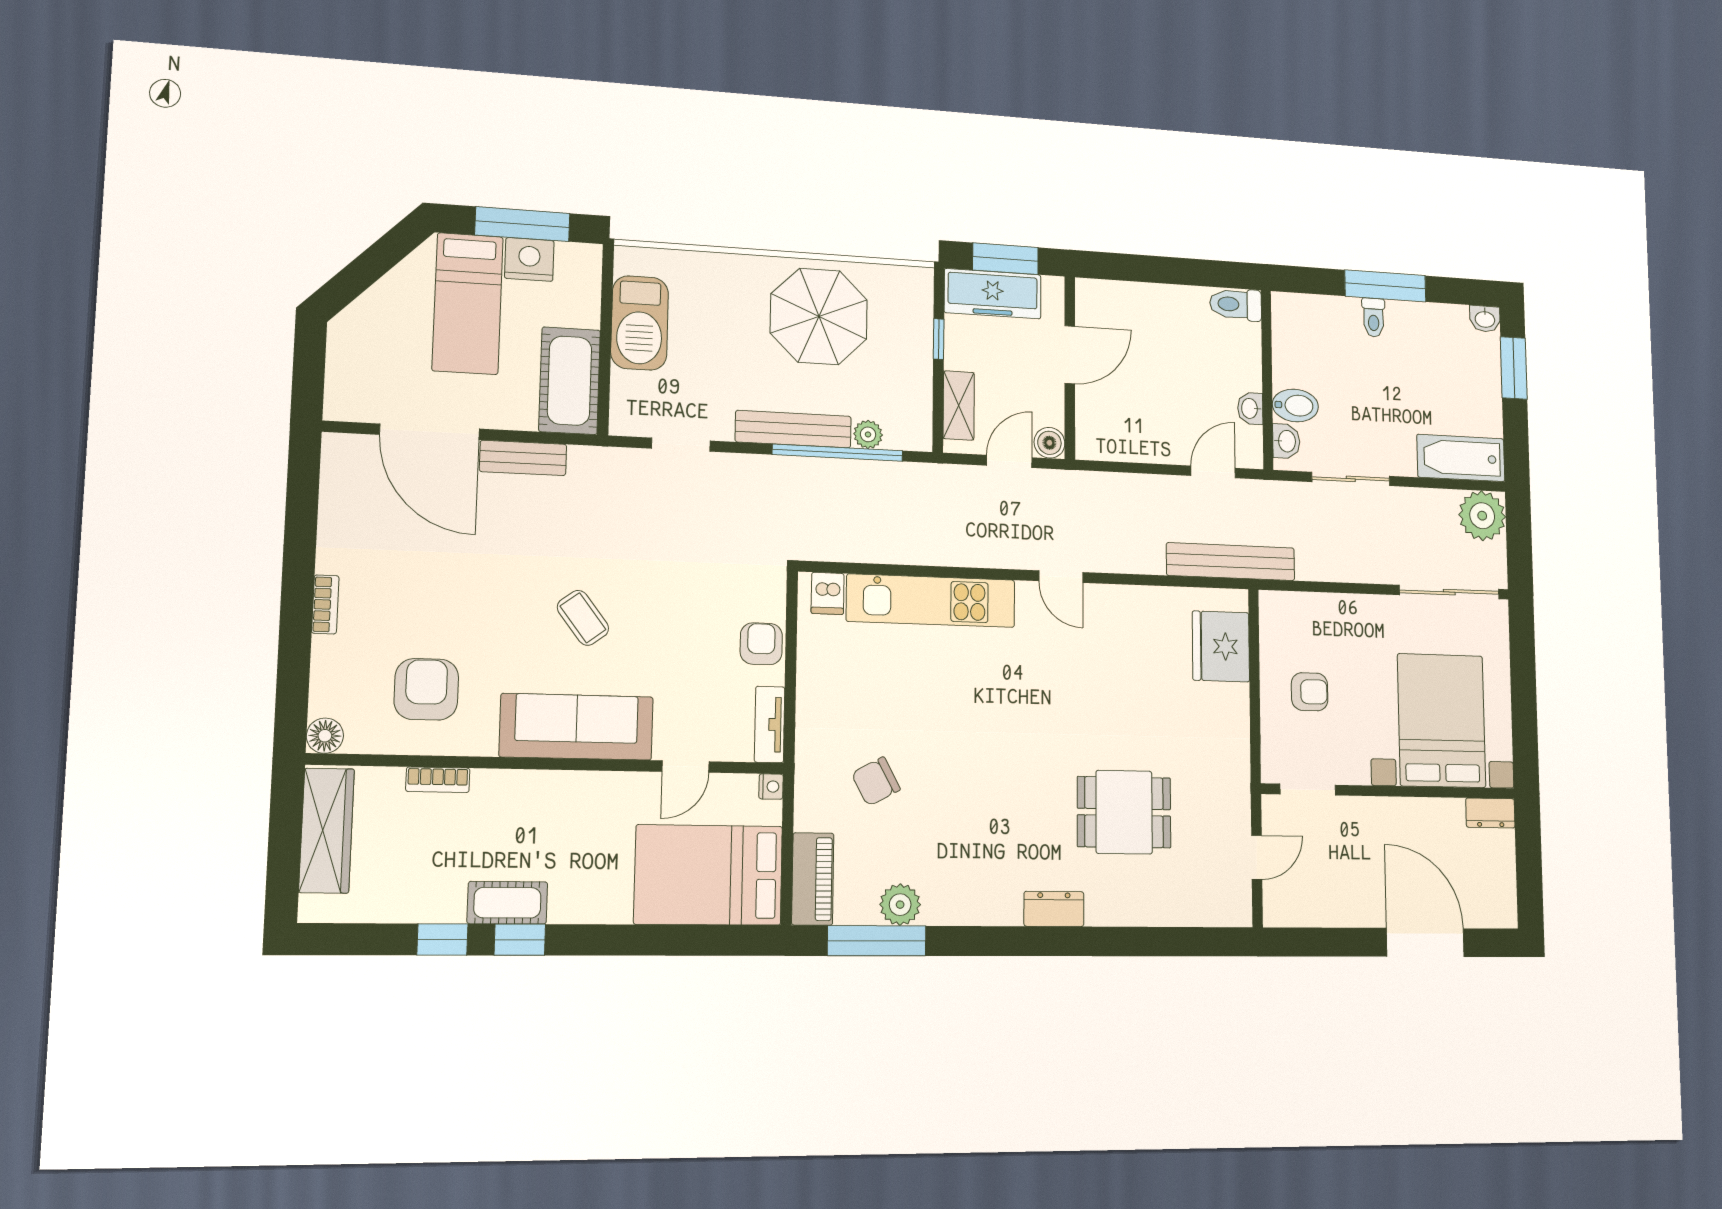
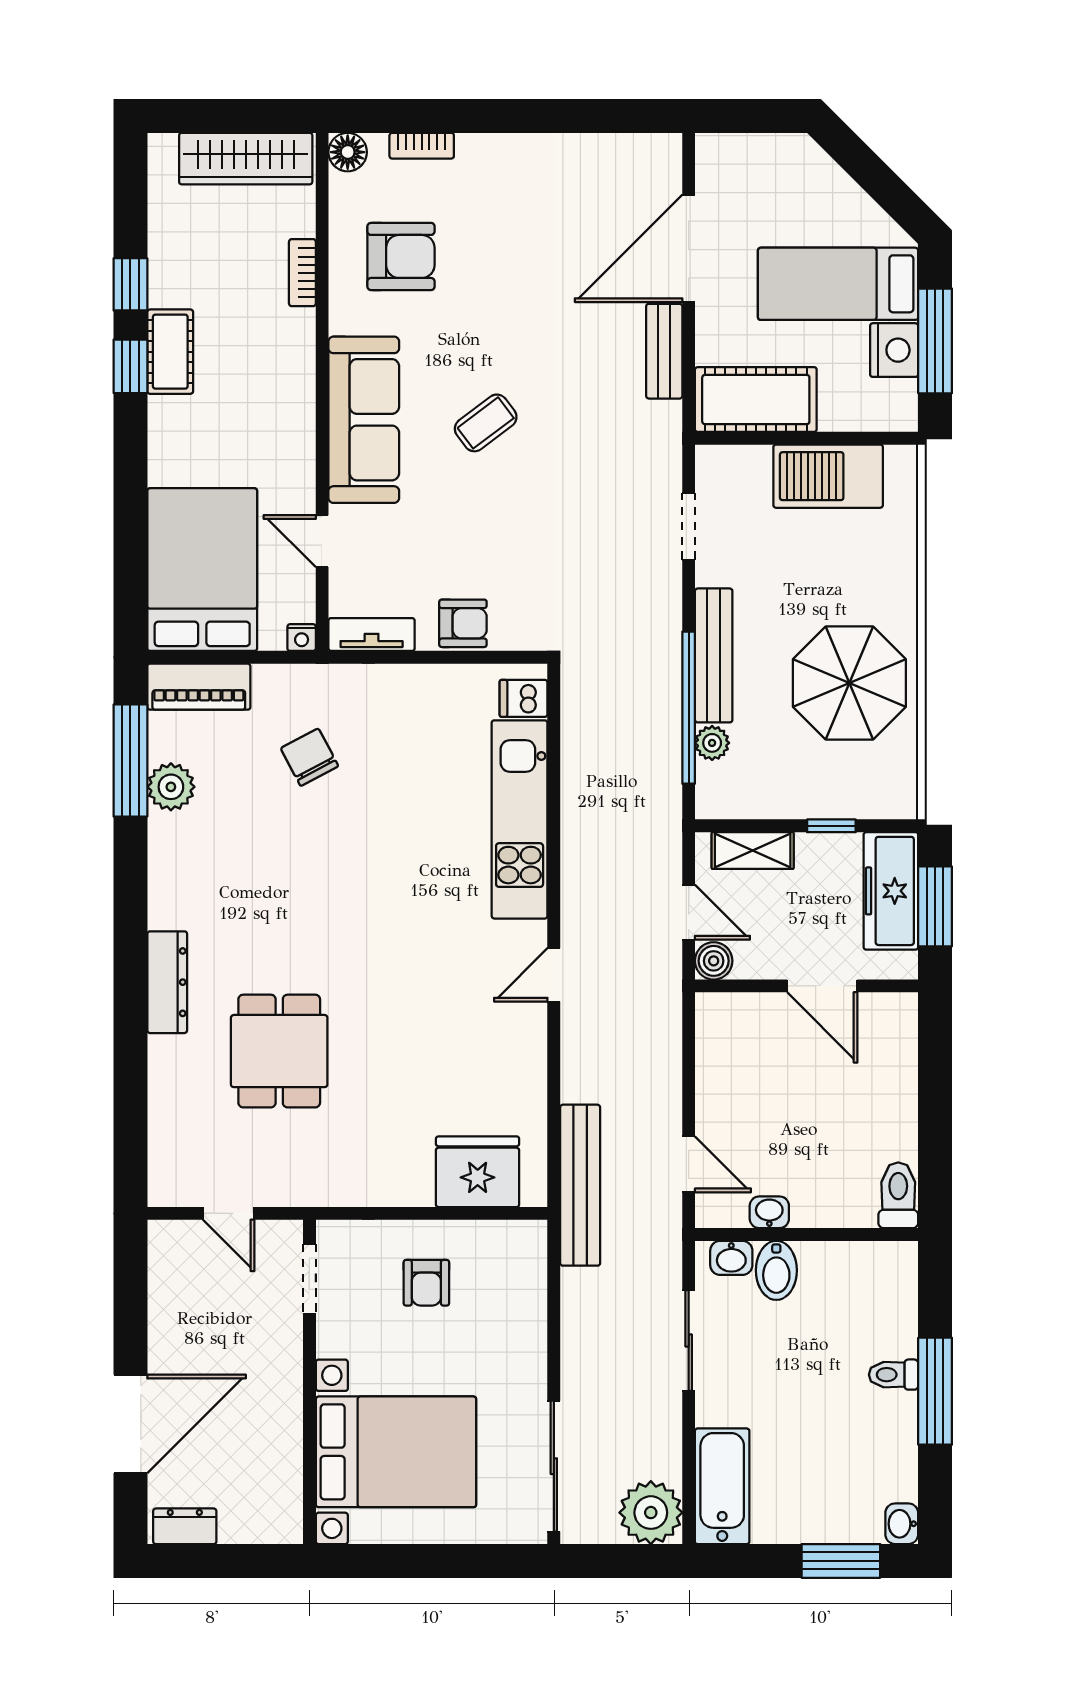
bookcase: (325, 604) -> (422, 146), moved
dresser: (1490, 813) -> (185, 1526), moved, turned 90
dresser: (1054, 909) -> (167, 982), width x1.44

